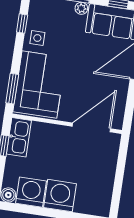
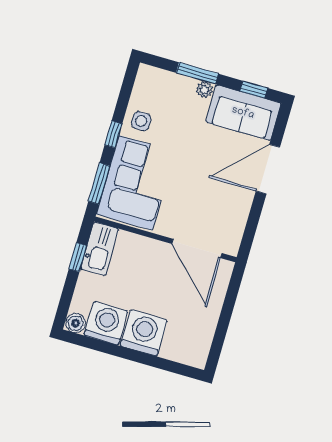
window: (22, 24) -> (113, 134), moved
door: (91, 127) -> (197, 248), swing flipped

